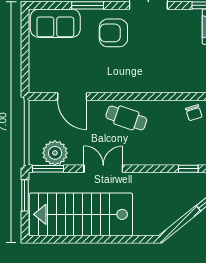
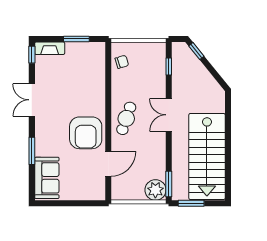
armchair: (113, 33) -> (86, 133), moved, width x1.36, depth x1.36
plant: (55, 153) -> (155, 190), moved
double door: (103, 169) -> (169, 115), moved

